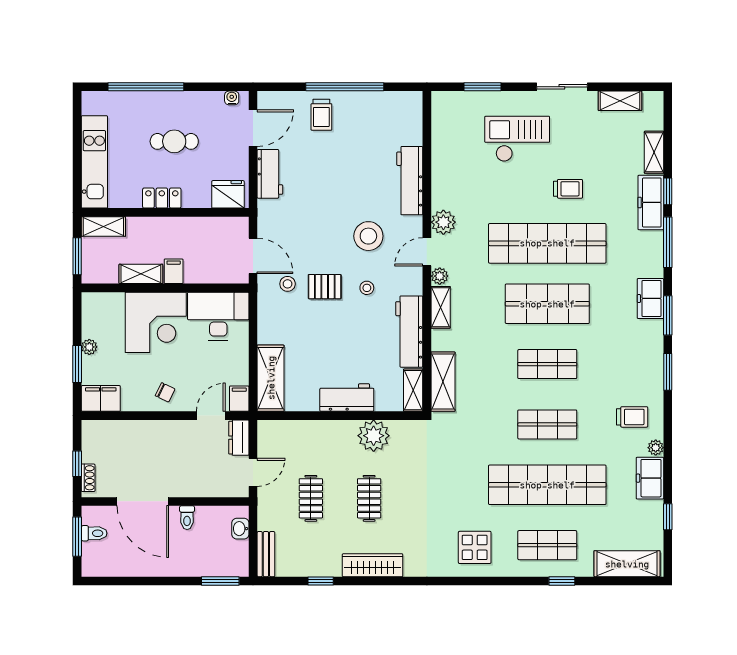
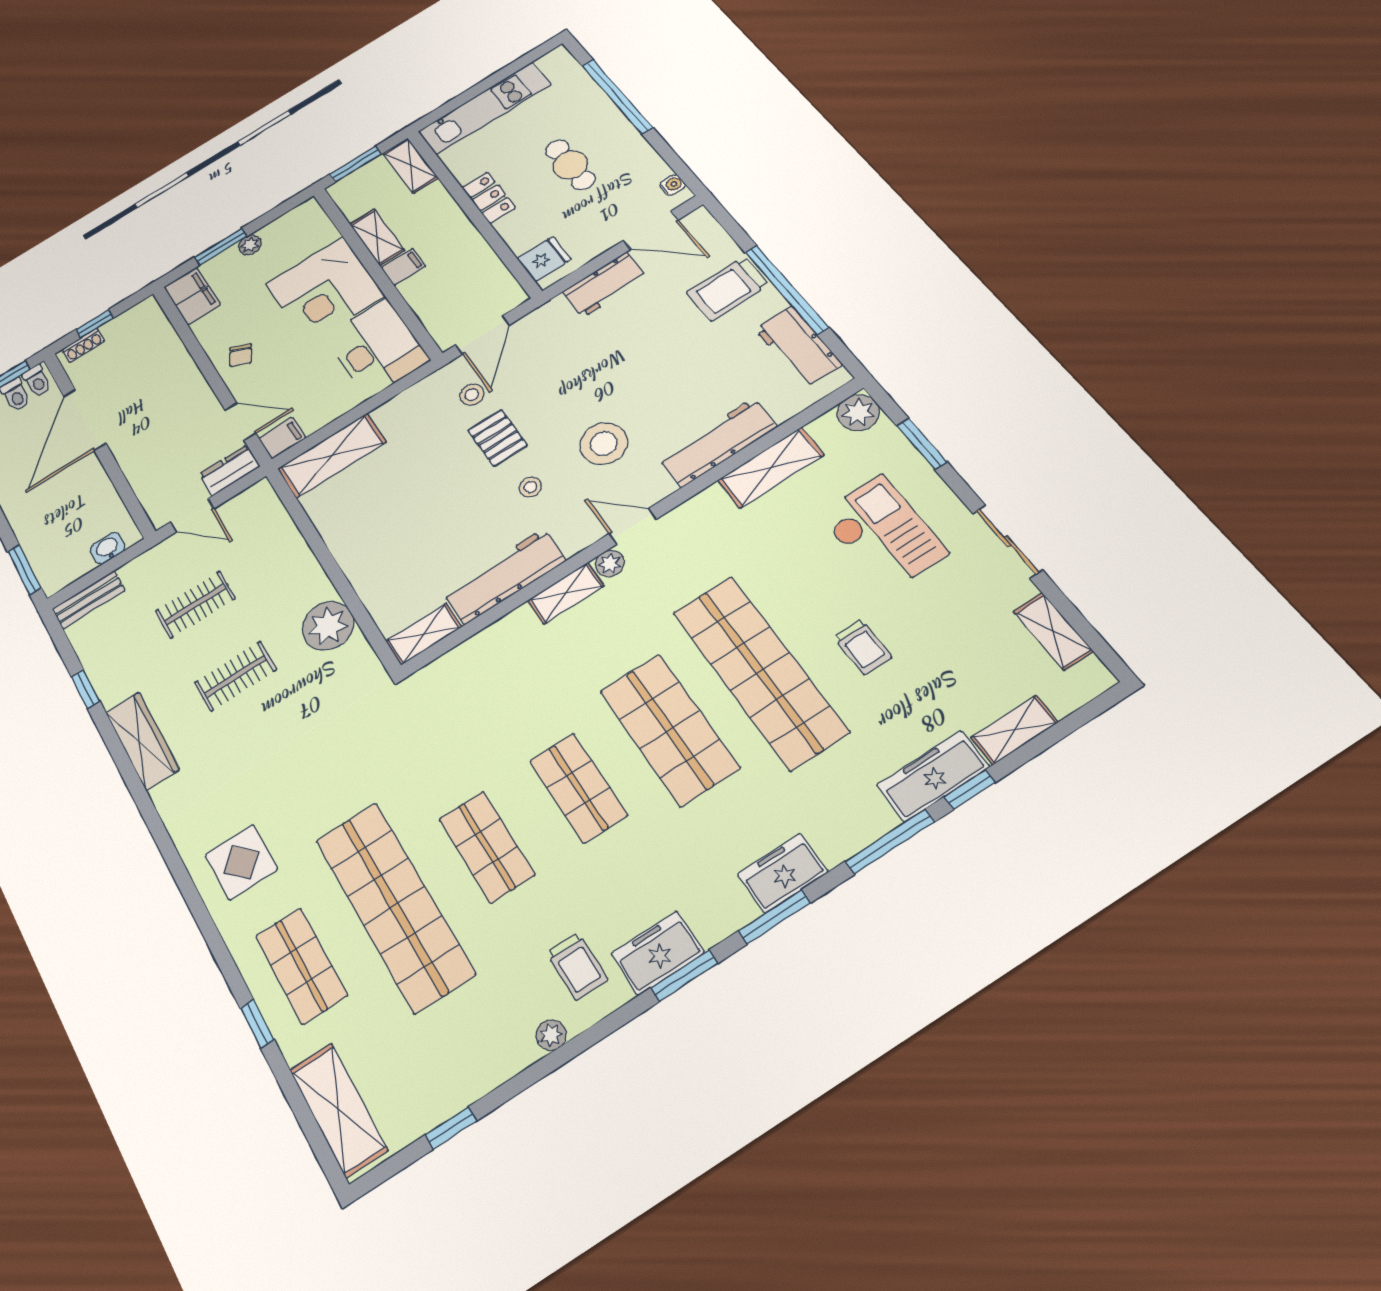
trolley: (321, 115) -> (728, 289), width x1.36, depth x1.39
fridge: (228, 194) -> (544, 259), width x0.72
plant: (443, 222) -> (858, 413), moved
shelving: (443, 382) -> (771, 468), moved
workbench: (347, 398) -> (798, 347), moved, turned 180
freezer: (650, 478) -> (658, 953), moved
toilet: (187, 518) -> (37, 381), moved, turned -90

